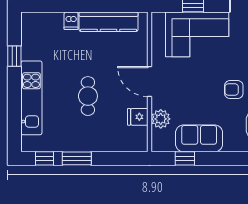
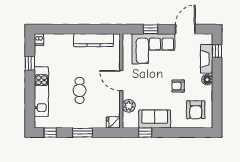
dishwasher: (71, 21) -> (39, 40), moved
fridge: (138, 117) -> (113, 122), moved
window: (77, 158) -> (82, 133), moved

